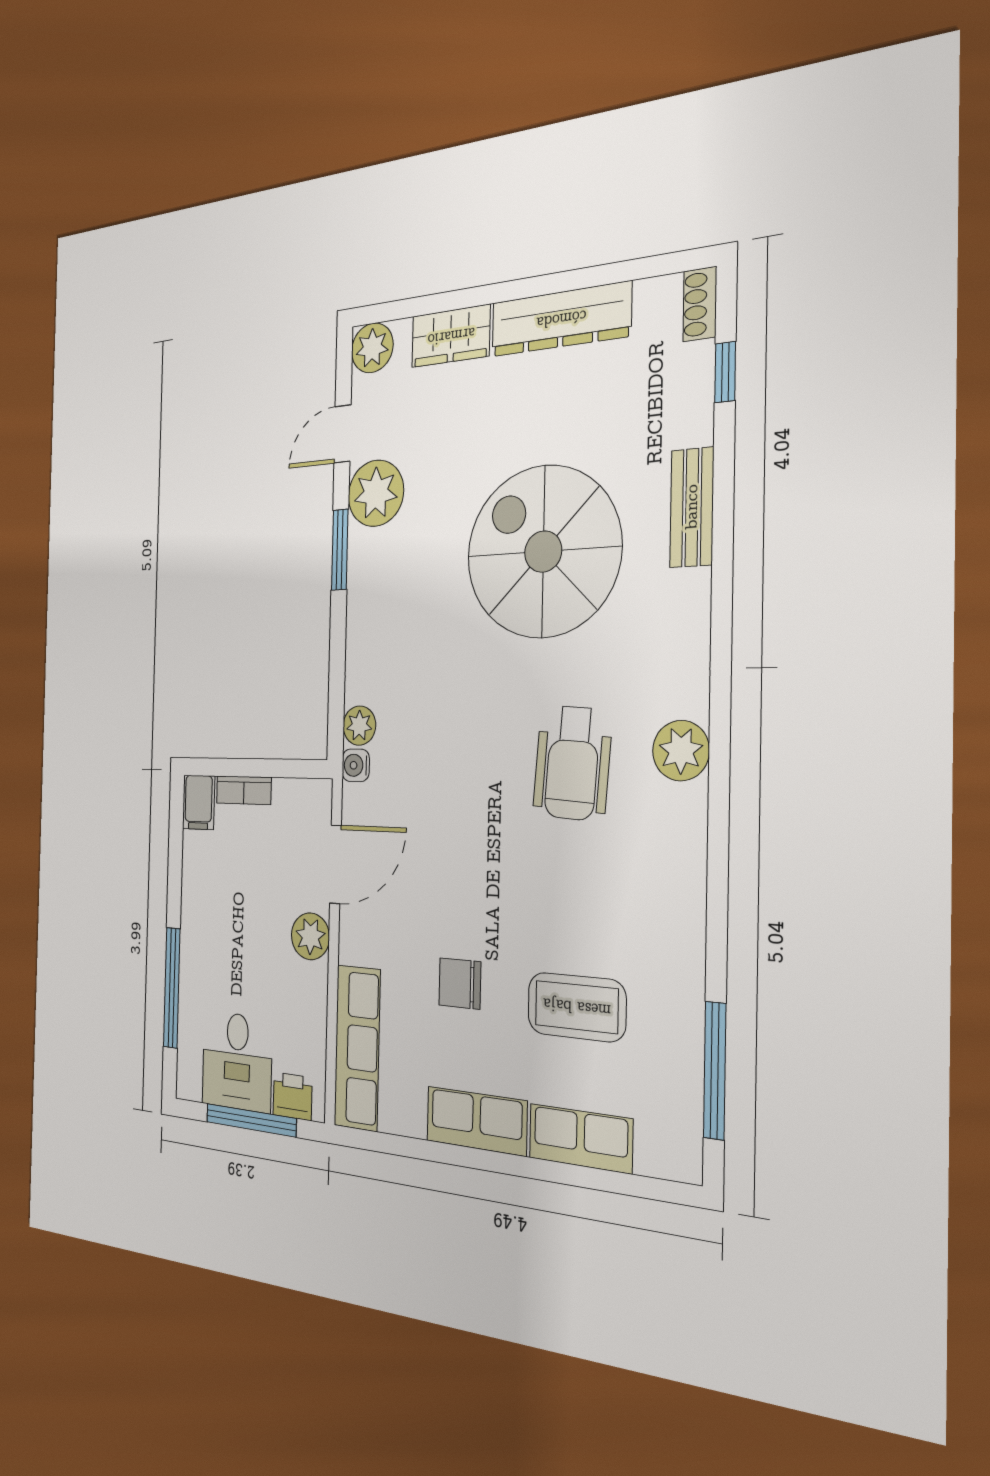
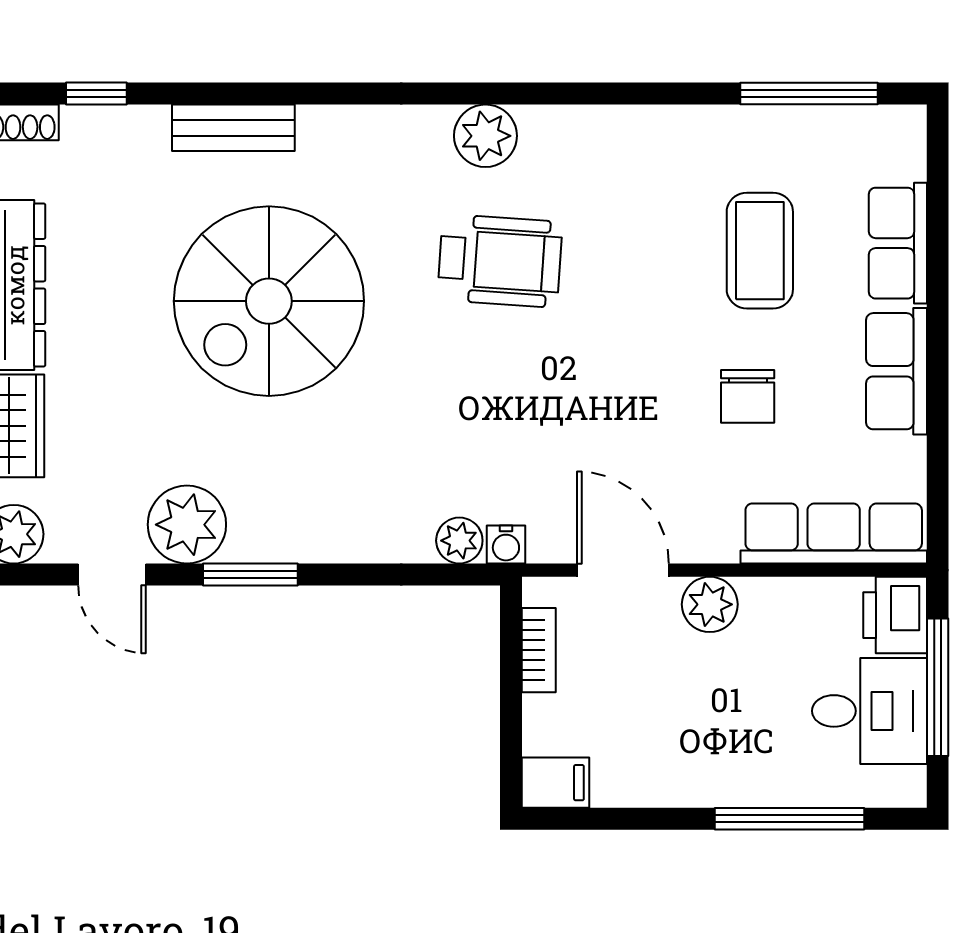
bookcase: (244, 790) -> (539, 650), moved
printer: (293, 1096) -> (895, 615), width x1.36, depth x1.24

